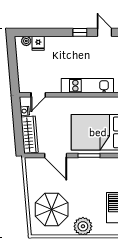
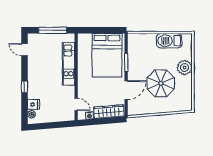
window: (80, 32) -> (24, 87), moved
door: (104, 32) -> (24, 50), hinge flipped
parasol: (52, 209) -> (161, 83), moved

